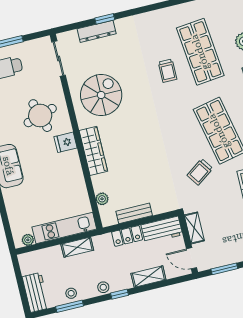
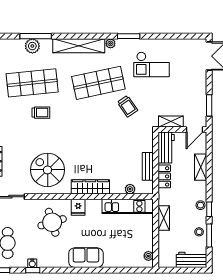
kitchen unit: (64, 228) -> (128, 206), moved, turned -90
window: (120, 294) -> (209, 209), moved

